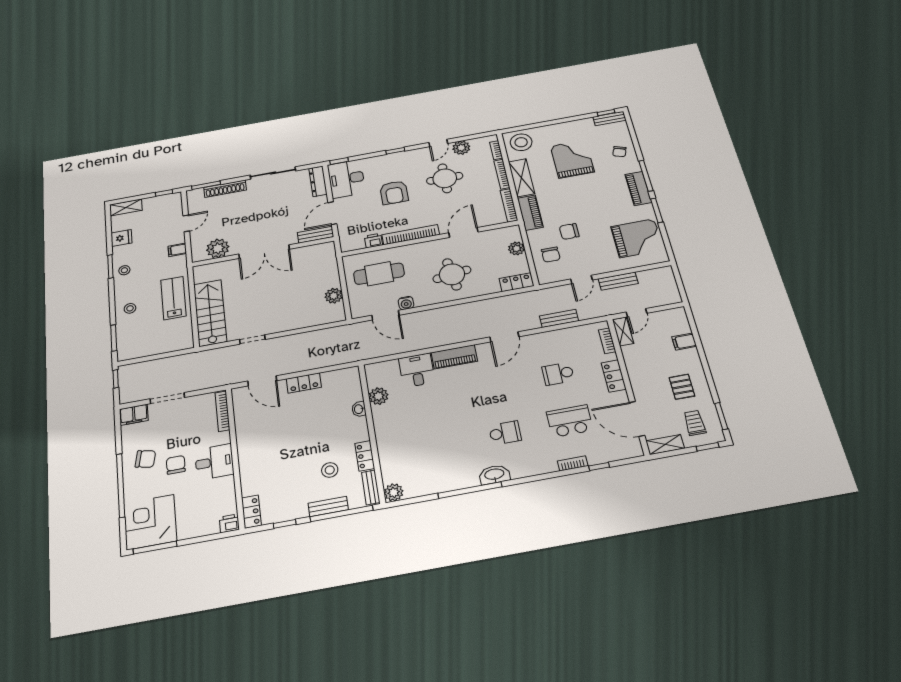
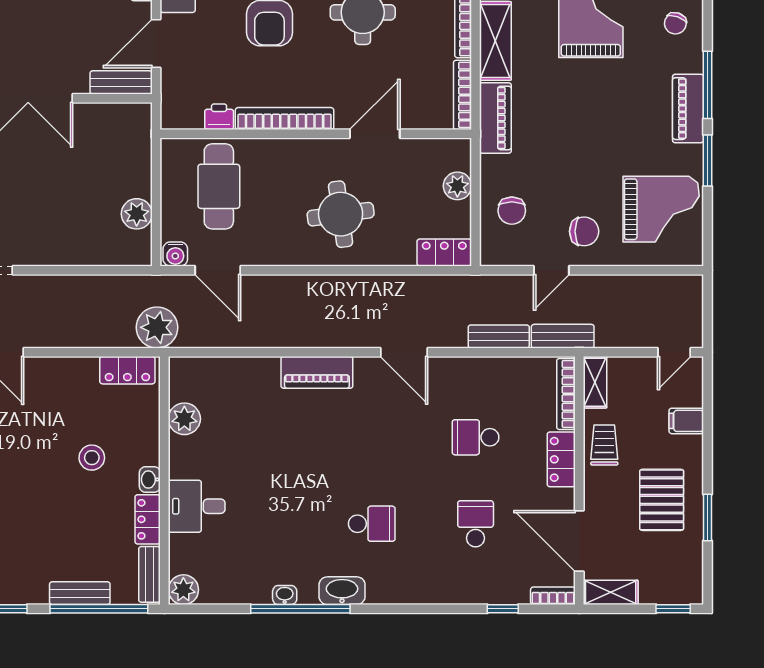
chair: (569, 231) -> (584, 231), moved, turned 180
cafe table: (379, 274) -> (219, 186), turned 90
bench: (618, 281) -> (563, 336), moved
water cooler: (406, 303) -> (175, 254), moved
door: (637, 313) -> (674, 352), moved
door: (504, 337) -> (404, 352), hinge flipped
bookcase: (607, 341) -> (566, 394), width x1.56
plant: (354, 351) -> (157, 327), added
desk: (417, 370) -> (197, 506), moved, turned -90
locker: (304, 383) -> (127, 370), moved
pallet: (682, 387) -> (662, 500), width x1.50, depth x1.42
washbasin: (359, 409) -> (150, 480), moved
window: (721, 416) -> (708, 517), moved
school desk: (570, 421) -> (476, 524), width x0.54
trolley: (695, 423) -> (604, 445), moved
bookcase: (573, 463) -> (553, 596), moved
stool: (330, 470) -> (92, 458), moved
washbasin: (459, 484) -> (285, 595), added

